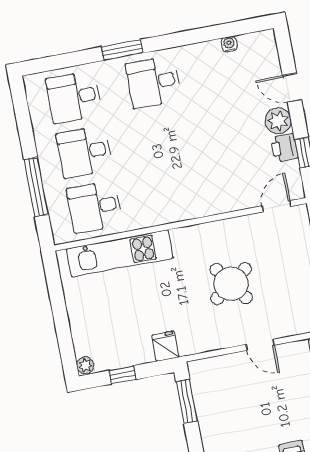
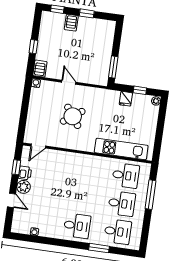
window: (122, 50) -> (99, 248), moved
fridge: (165, 346) -> (126, 99), moved

